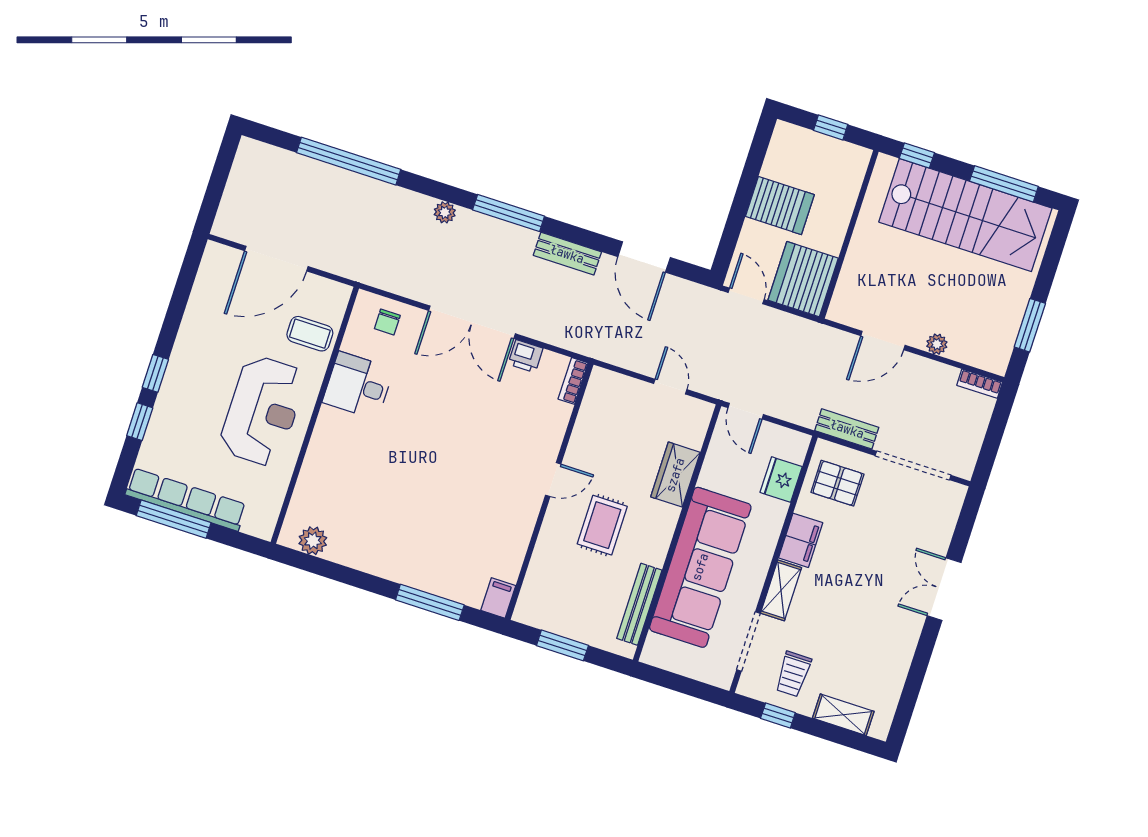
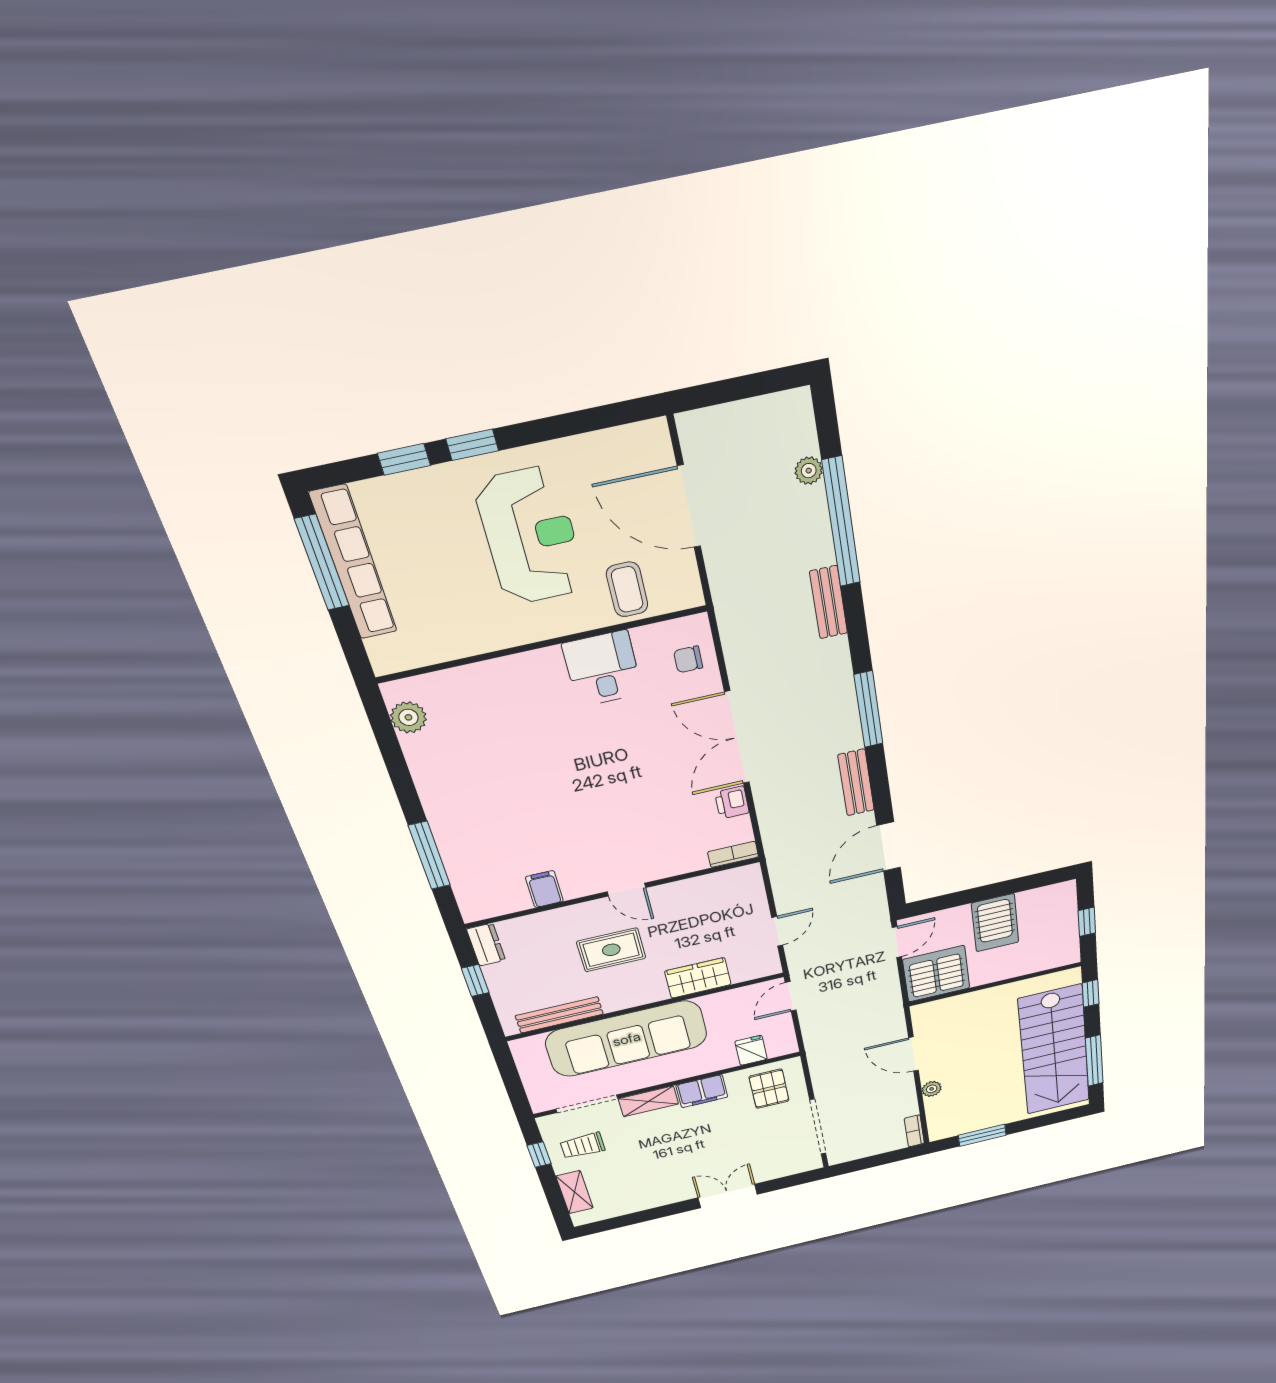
plant: (445, 212) -> (809, 471), moved
reception desk: (263, 411) -> (531, 536), moved, turned -90
bench: (847, 429) -> (829, 602), moved
fridge: (781, 480) -> (751, 1050), width x0.72
filing cabinet: (498, 598) -> (544, 889), moved, turned -90
dresser: (535, 615) -> (486, 945), added
window: (562, 645) -> (475, 980), width x0.67

